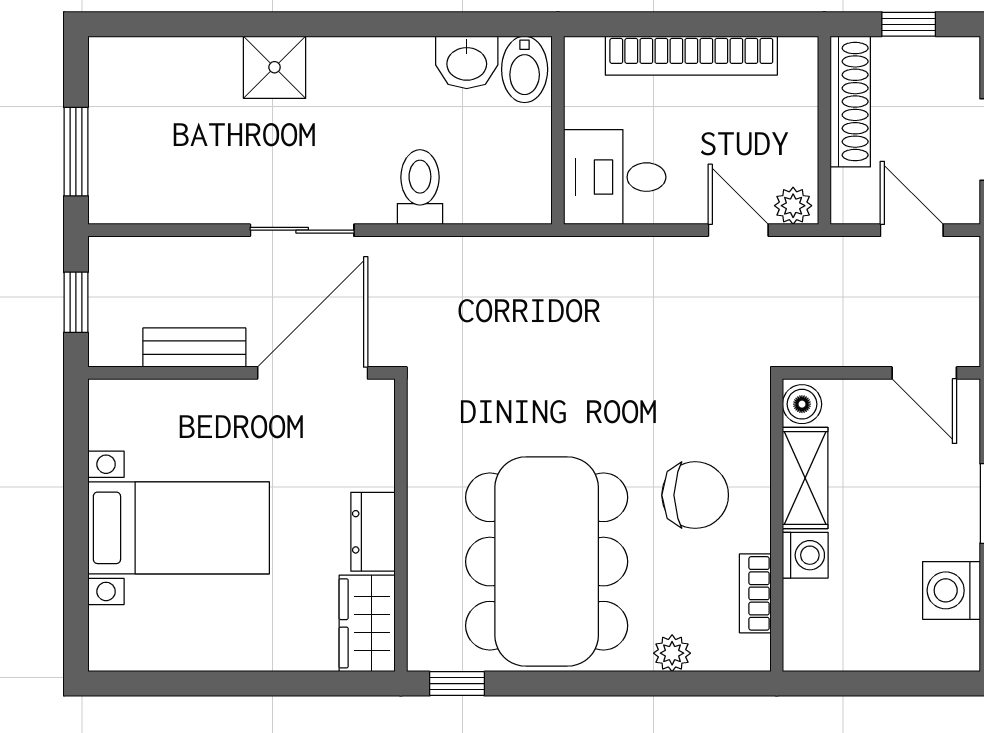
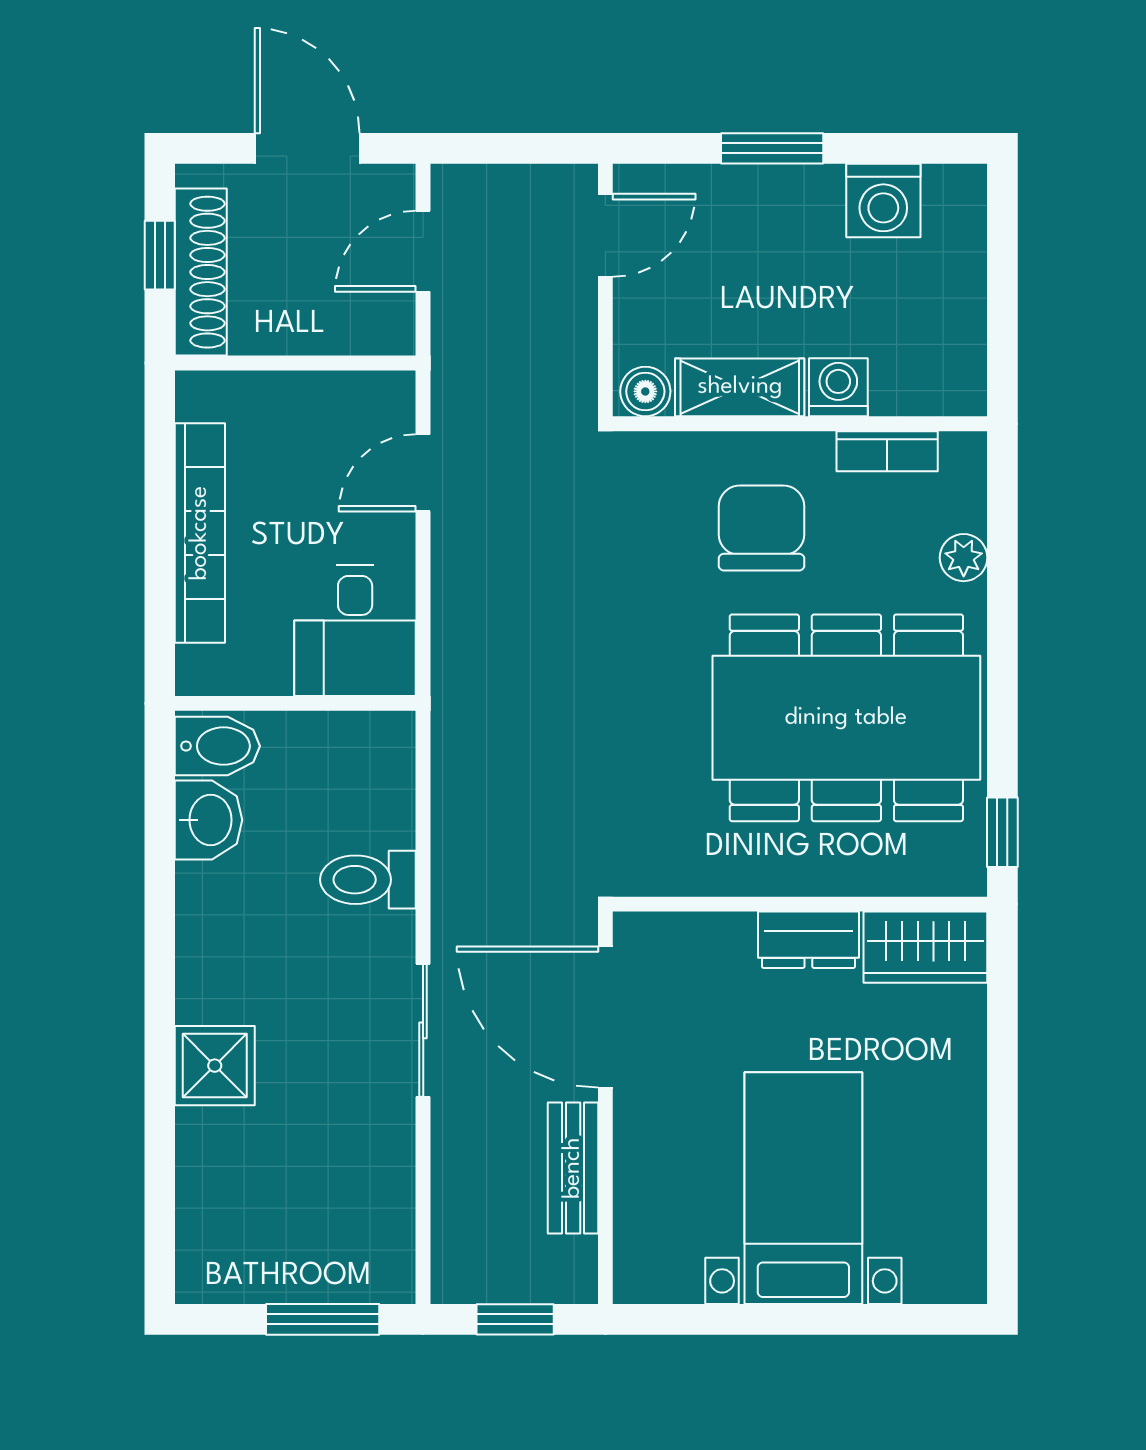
shoe rack: (850, 102) -> (201, 272), moved, turned 90
plant: (793, 206) -> (392, 403), removed

